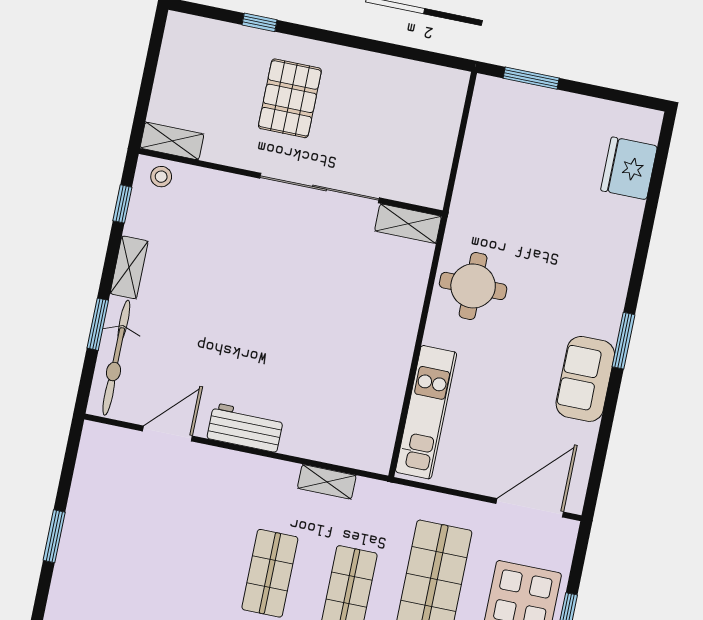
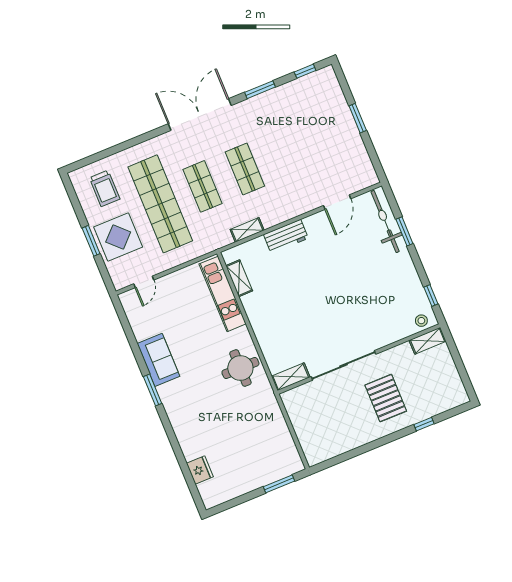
fridge: (629, 168) -> (200, 470), width x0.73, depth x0.75
shelving: (129, 267) -> (239, 278), moved
workbench: (245, 428) -> (286, 236), moved
door: (530, 508) -> (144, 282), width x0.53

